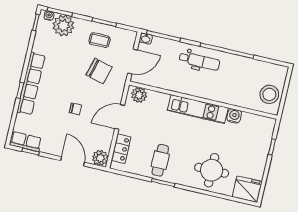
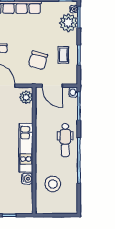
stool: (269, 94) -> (53, 184), moved

